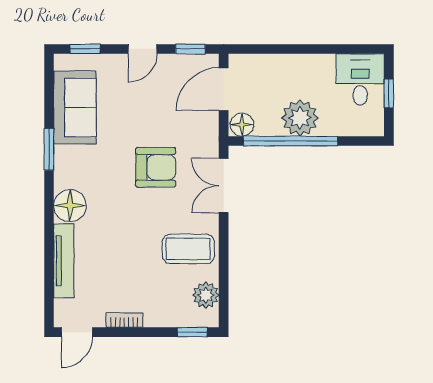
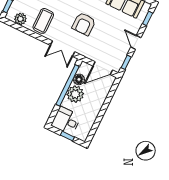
desk: (360, 79) -> (66, 121), moved, turned 180
door: (224, 89) -> (103, 68), swing flipped
floor lamp: (242, 125) -> (79, 79), moved
double door: (224, 186) -> (62, 49), swing flipped

